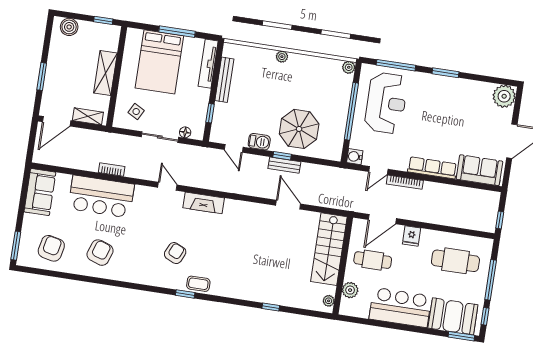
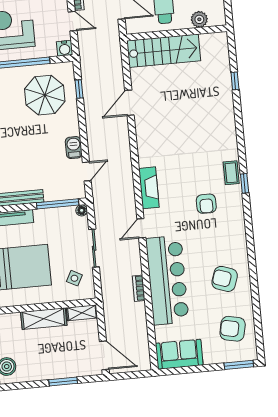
window: (210, 113) -> (58, 204), width x2.17
shelving: (88, 116) -> (82, 313), moved, turned 90
parasol: (299, 129) -> (45, 95), moved
floor lamp: (185, 132) -> (82, 210), moved
window: (282, 156) -> (79, 89), moved
bench: (284, 165) -> (91, 116), removed
bar counter: (101, 197) -> (167, 280), width x1.36
armchair: (175, 253) -> (206, 204), turned -114
plant: (329, 301) -> (215, 38), removed
window: (271, 307) -> (235, 81), moved

